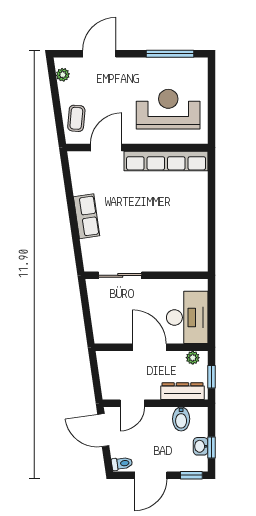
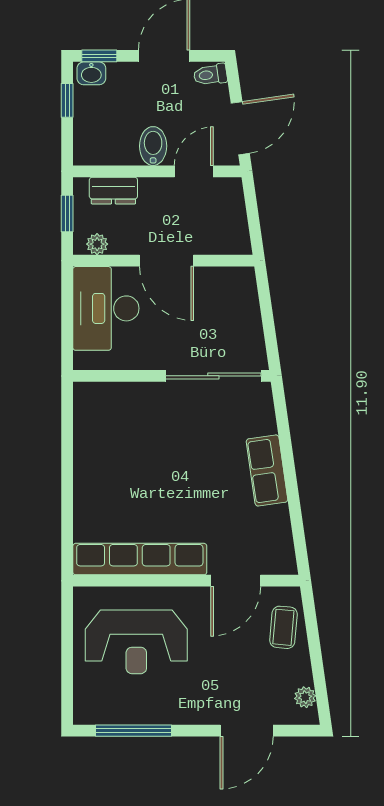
sliding door: (120, 275) -> (213, 376), width x1.37
dresser: (183, 391) -> (113, 191), width x0.70
bidet: (181, 419) -> (153, 146), moved
door: (103, 430) -> (240, 128), hinge flipped
washbasin: (201, 446) -> (91, 73), moved, turned 90

